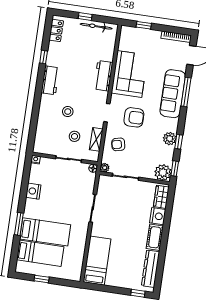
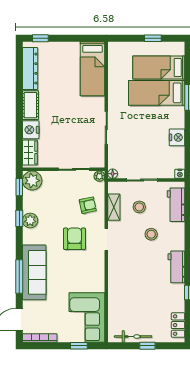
corner sofa: (129, 74) -> (87, 317), moved
workbench: (103, 76) -> (176, 205), moved, turned 180
armchair: (134, 117) -> (74, 239), turned 90

